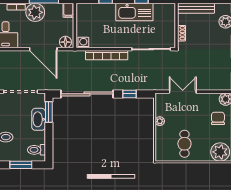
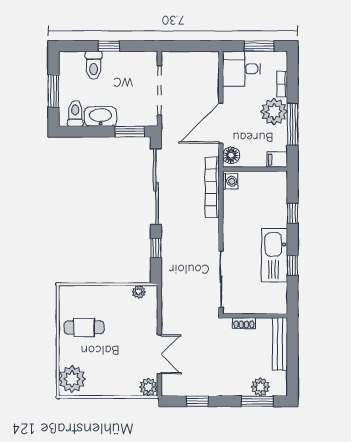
bookcase: (107, 55) -> (212, 187), moved
double door: (183, 92) -> (159, 354), moved
chair: (218, 118) -> (121, 376), removed
washbasin: (39, 119) -> (100, 117), moved
plant: (160, 121) -> (139, 292), moved

